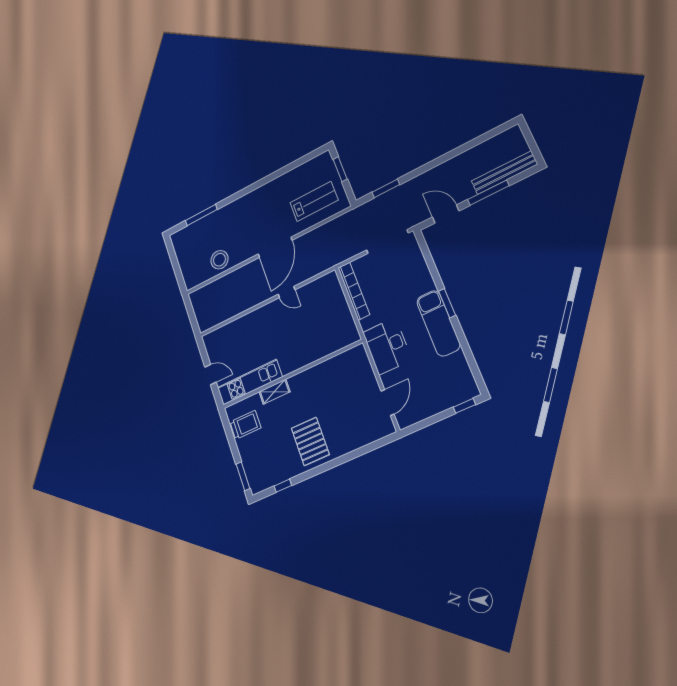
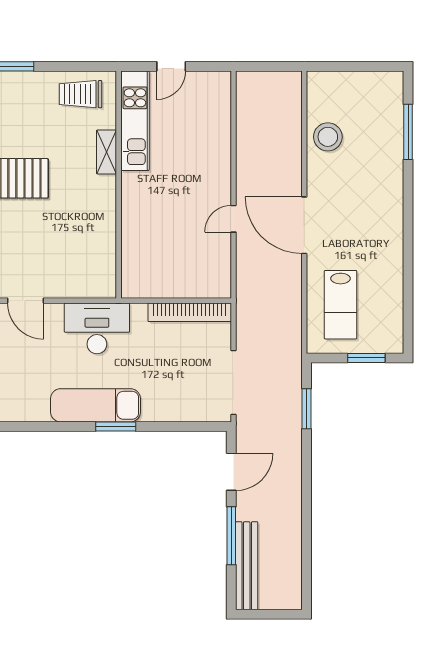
trolley: (245, 425) -> (81, 94), turned 90

